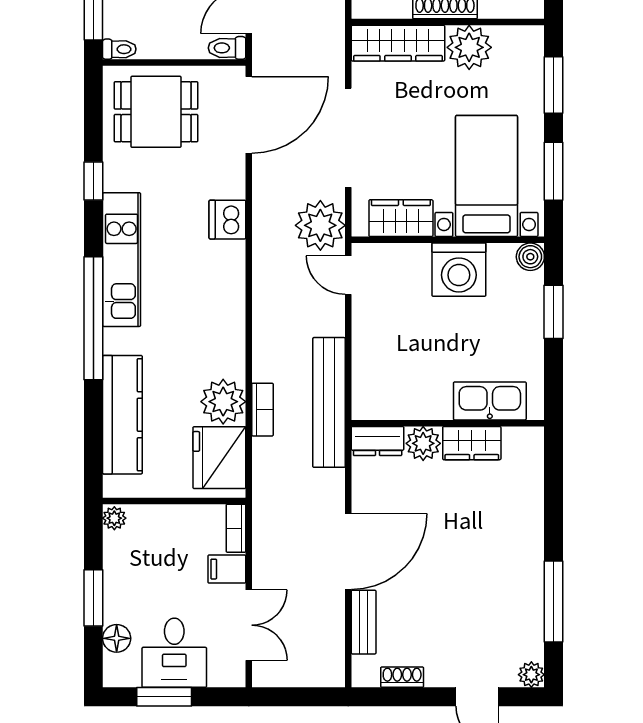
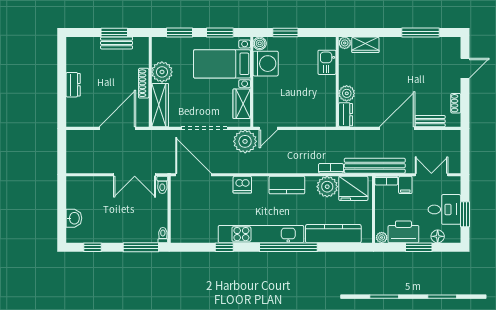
dining table: (156, 112) -> (192, 218), removed
kitchen unit: (122, 260) -> (261, 234), width x1.36
washing machine: (459, 270) -> (266, 64), moved
kitchen counter: (227, 315) -> (287, 185), added
kitchen sink: (490, 401) -> (327, 62), width x0.73
bench: (329, 402) -> (375, 166), moved
wardrobe: (472, 443) -> (365, 45), moved, turned 90
door: (348, 551) -> (397, 128), hinge flipped
printer: (126, 565) -> (403, 232), added
plant: (531, 675) -> (345, 43), moved

